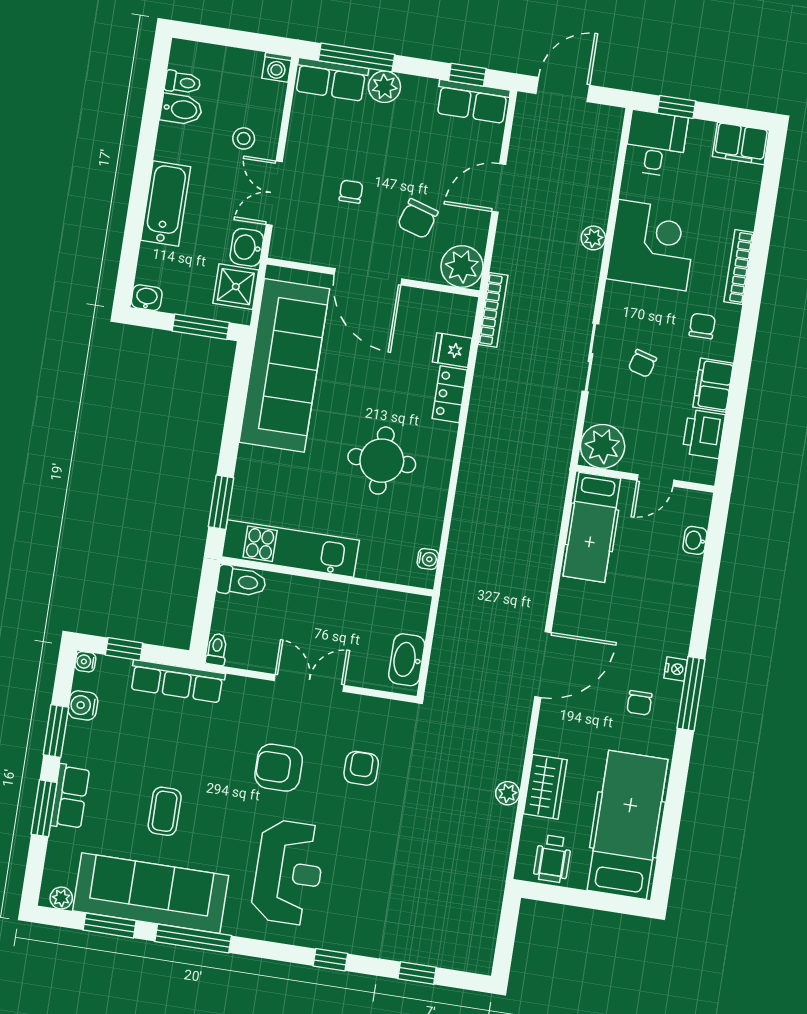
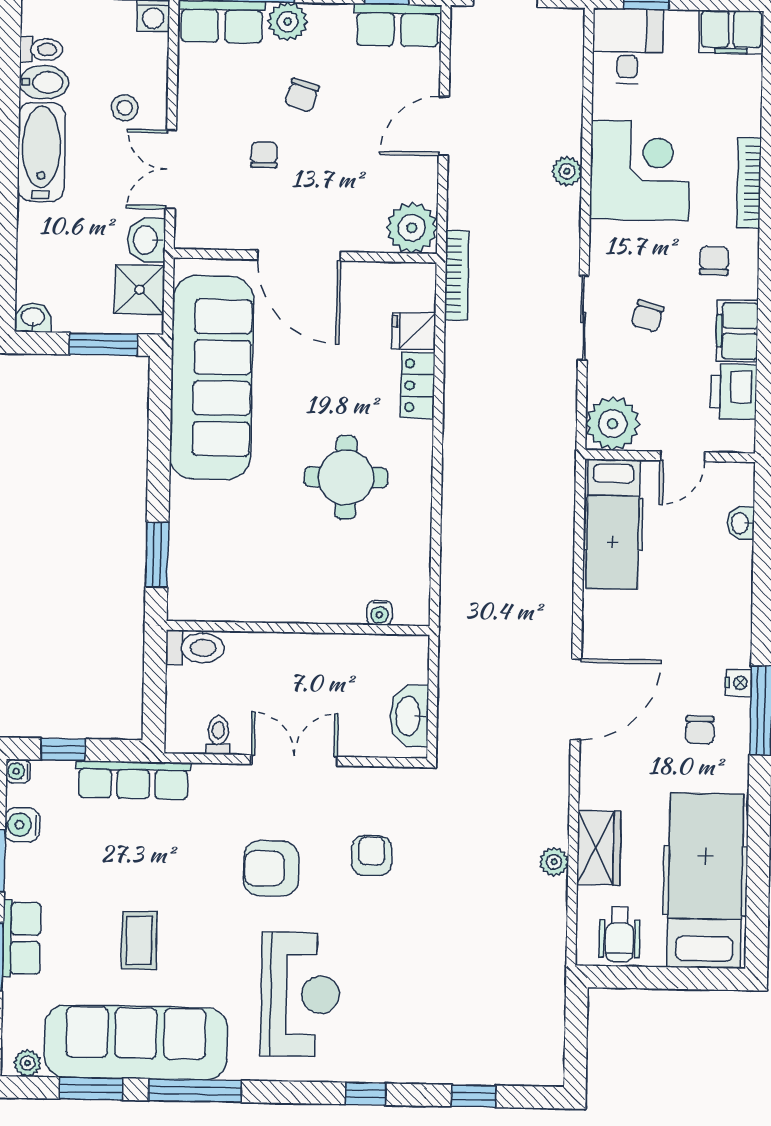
bathtub: (166, 204) -> (41, 152), moved
chair: (418, 219) -> (302, 95), moved, width x0.73, depth x0.73
kitchen unit: (290, 549) -> (249, 600), removed
water cooler: (428, 559) -> (380, 613), moved, turned 90
toilet: (217, 649) -> (218, 735), moved

